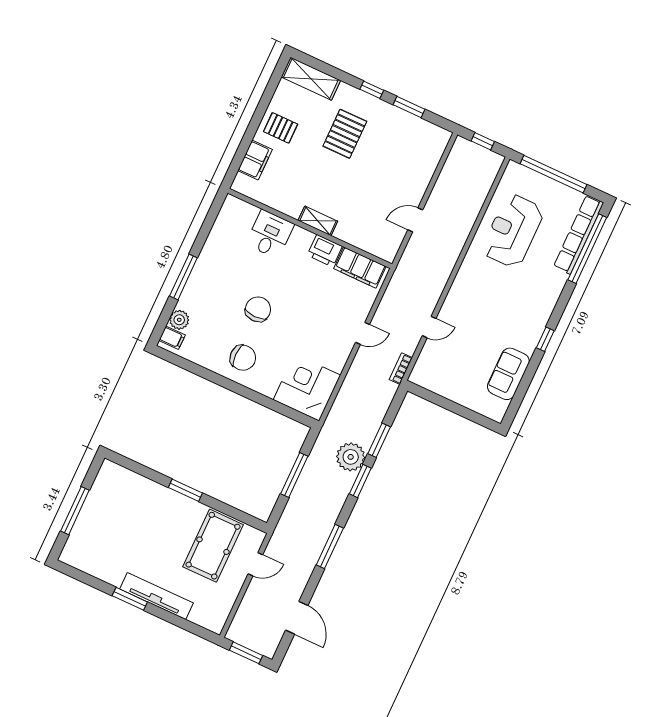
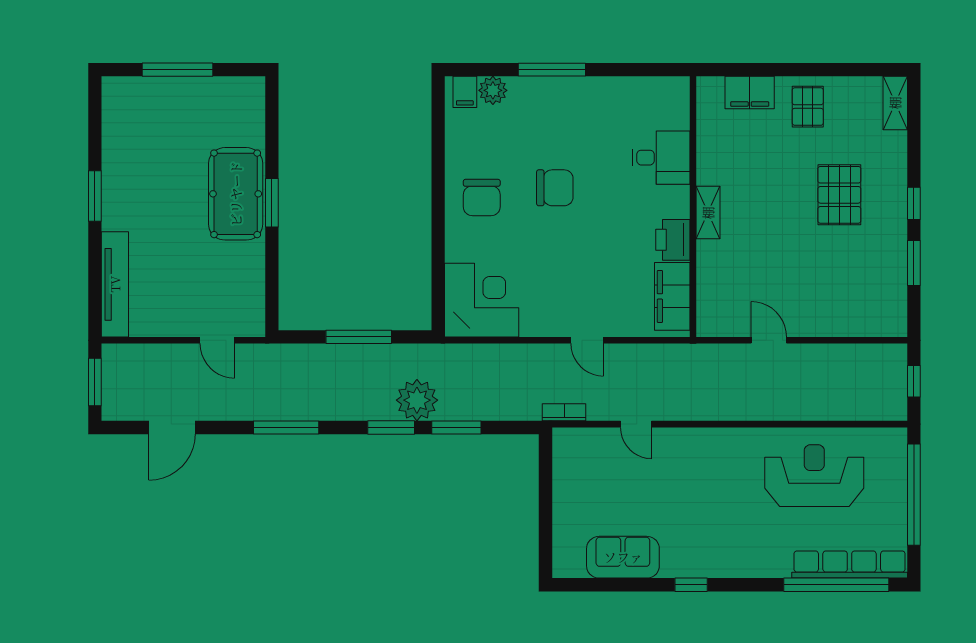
shelving: (311, 79) -> (895, 103), width x0.67, depth x0.75
pallet: (345, 134) -> (839, 195), turned 90
pool table: (213, 546) -> (236, 194), moved, turned 90
tv unit: (156, 596) -> (115, 284), moved

